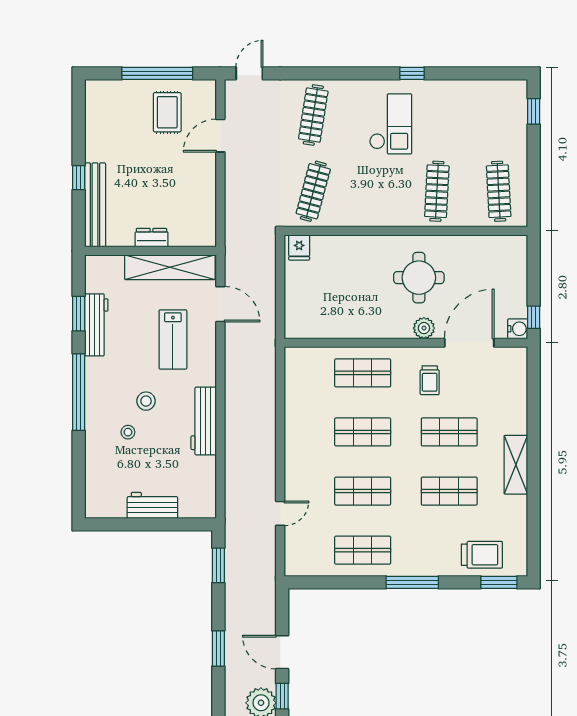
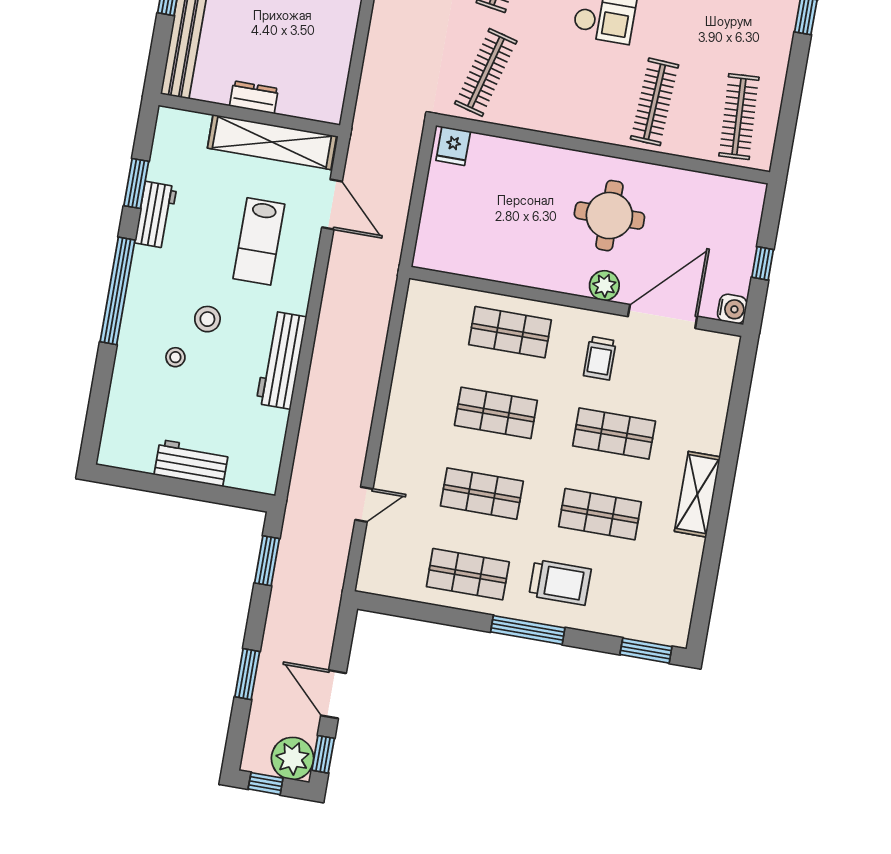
window: (534, 317) -> (763, 263), moved
workbench: (96, 325) -> (156, 215), width x0.73
trolley: (482, 555) -> (560, 582), moved

